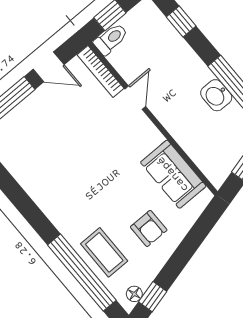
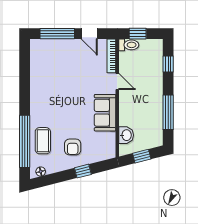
washbasin: (216, 95) -> (126, 135), moved, turned 180
door: (135, 98) -> (117, 81), hinge flipped
sofa: (173, 174) -> (105, 113), moved
window: (153, 297) -> (83, 171), moved

